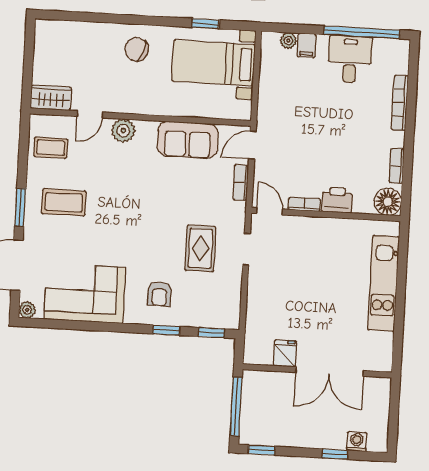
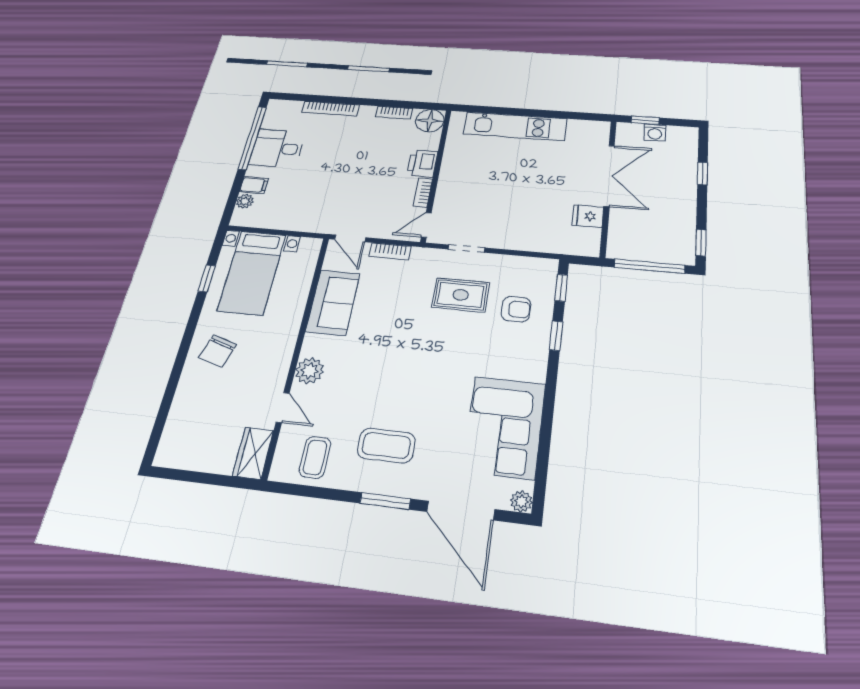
coffee table: (64, 202) -> (386, 445), turned 90
armchair: (159, 294) -> (516, 309), moved
window: (394, 404) -> (645, 120), added
washing machine: (357, 442) -> (655, 133), moved, turned -90

